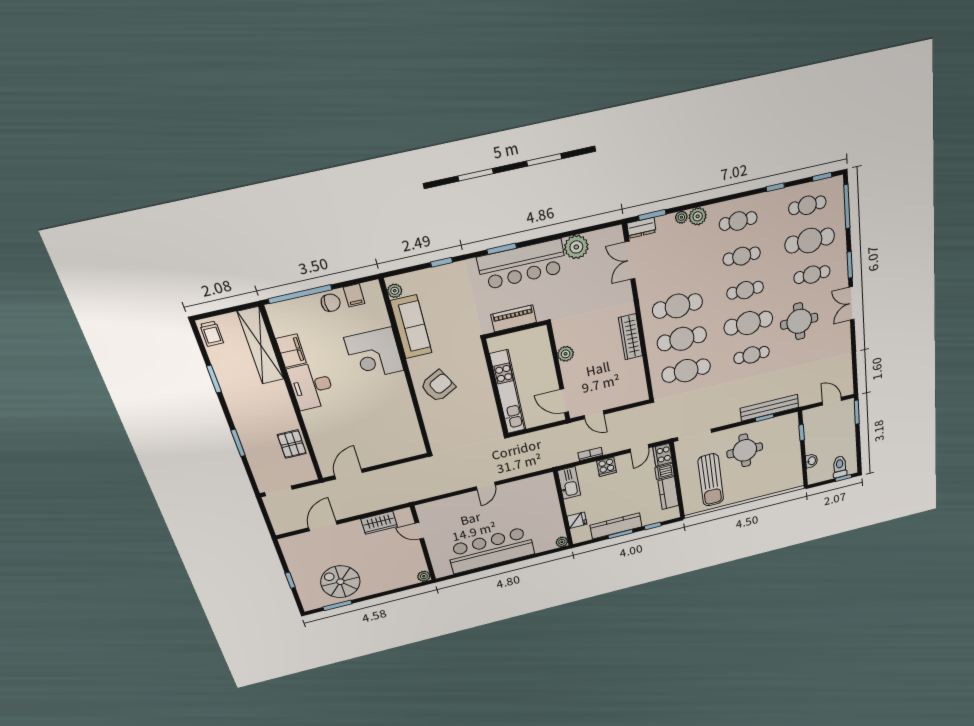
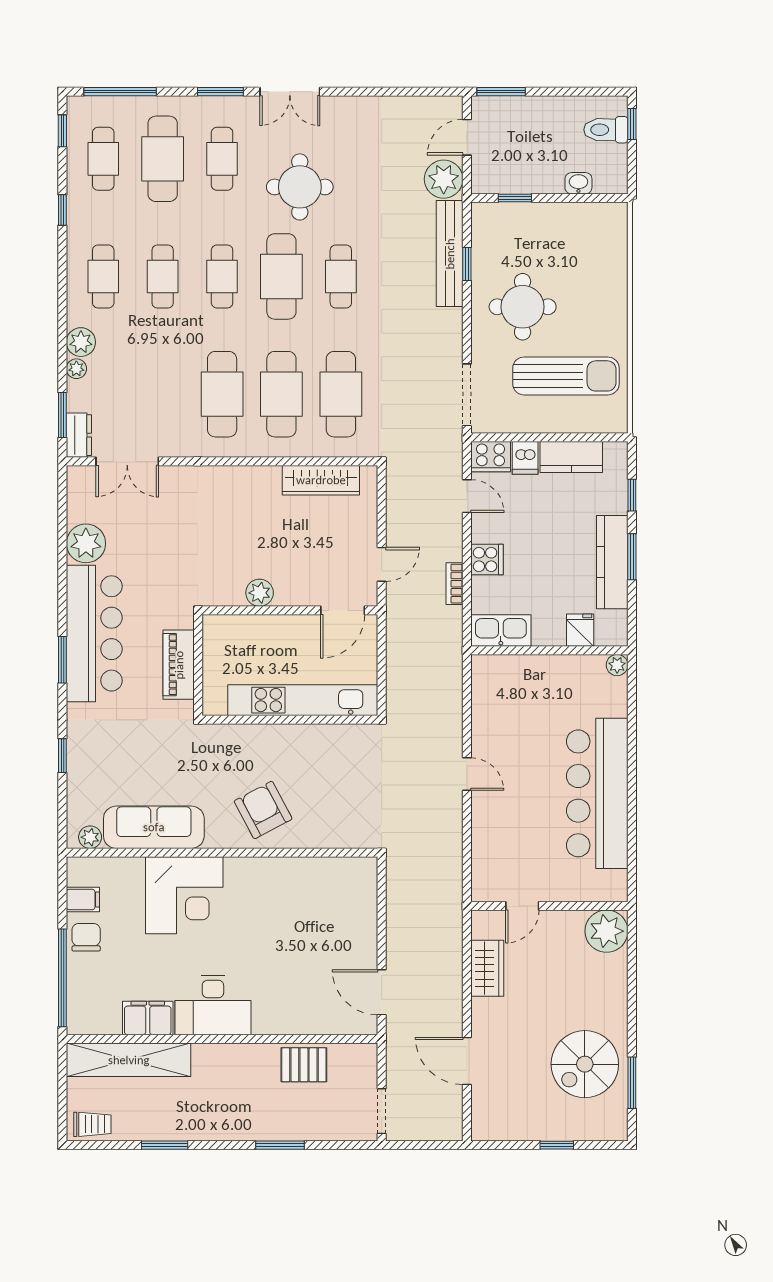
wardrobe: (631, 337) -> (321, 480), moved
plant: (809, 395) -> (444, 179), added
plant: (424, 576) -> (606, 931), width x1.87, depth x1.87

